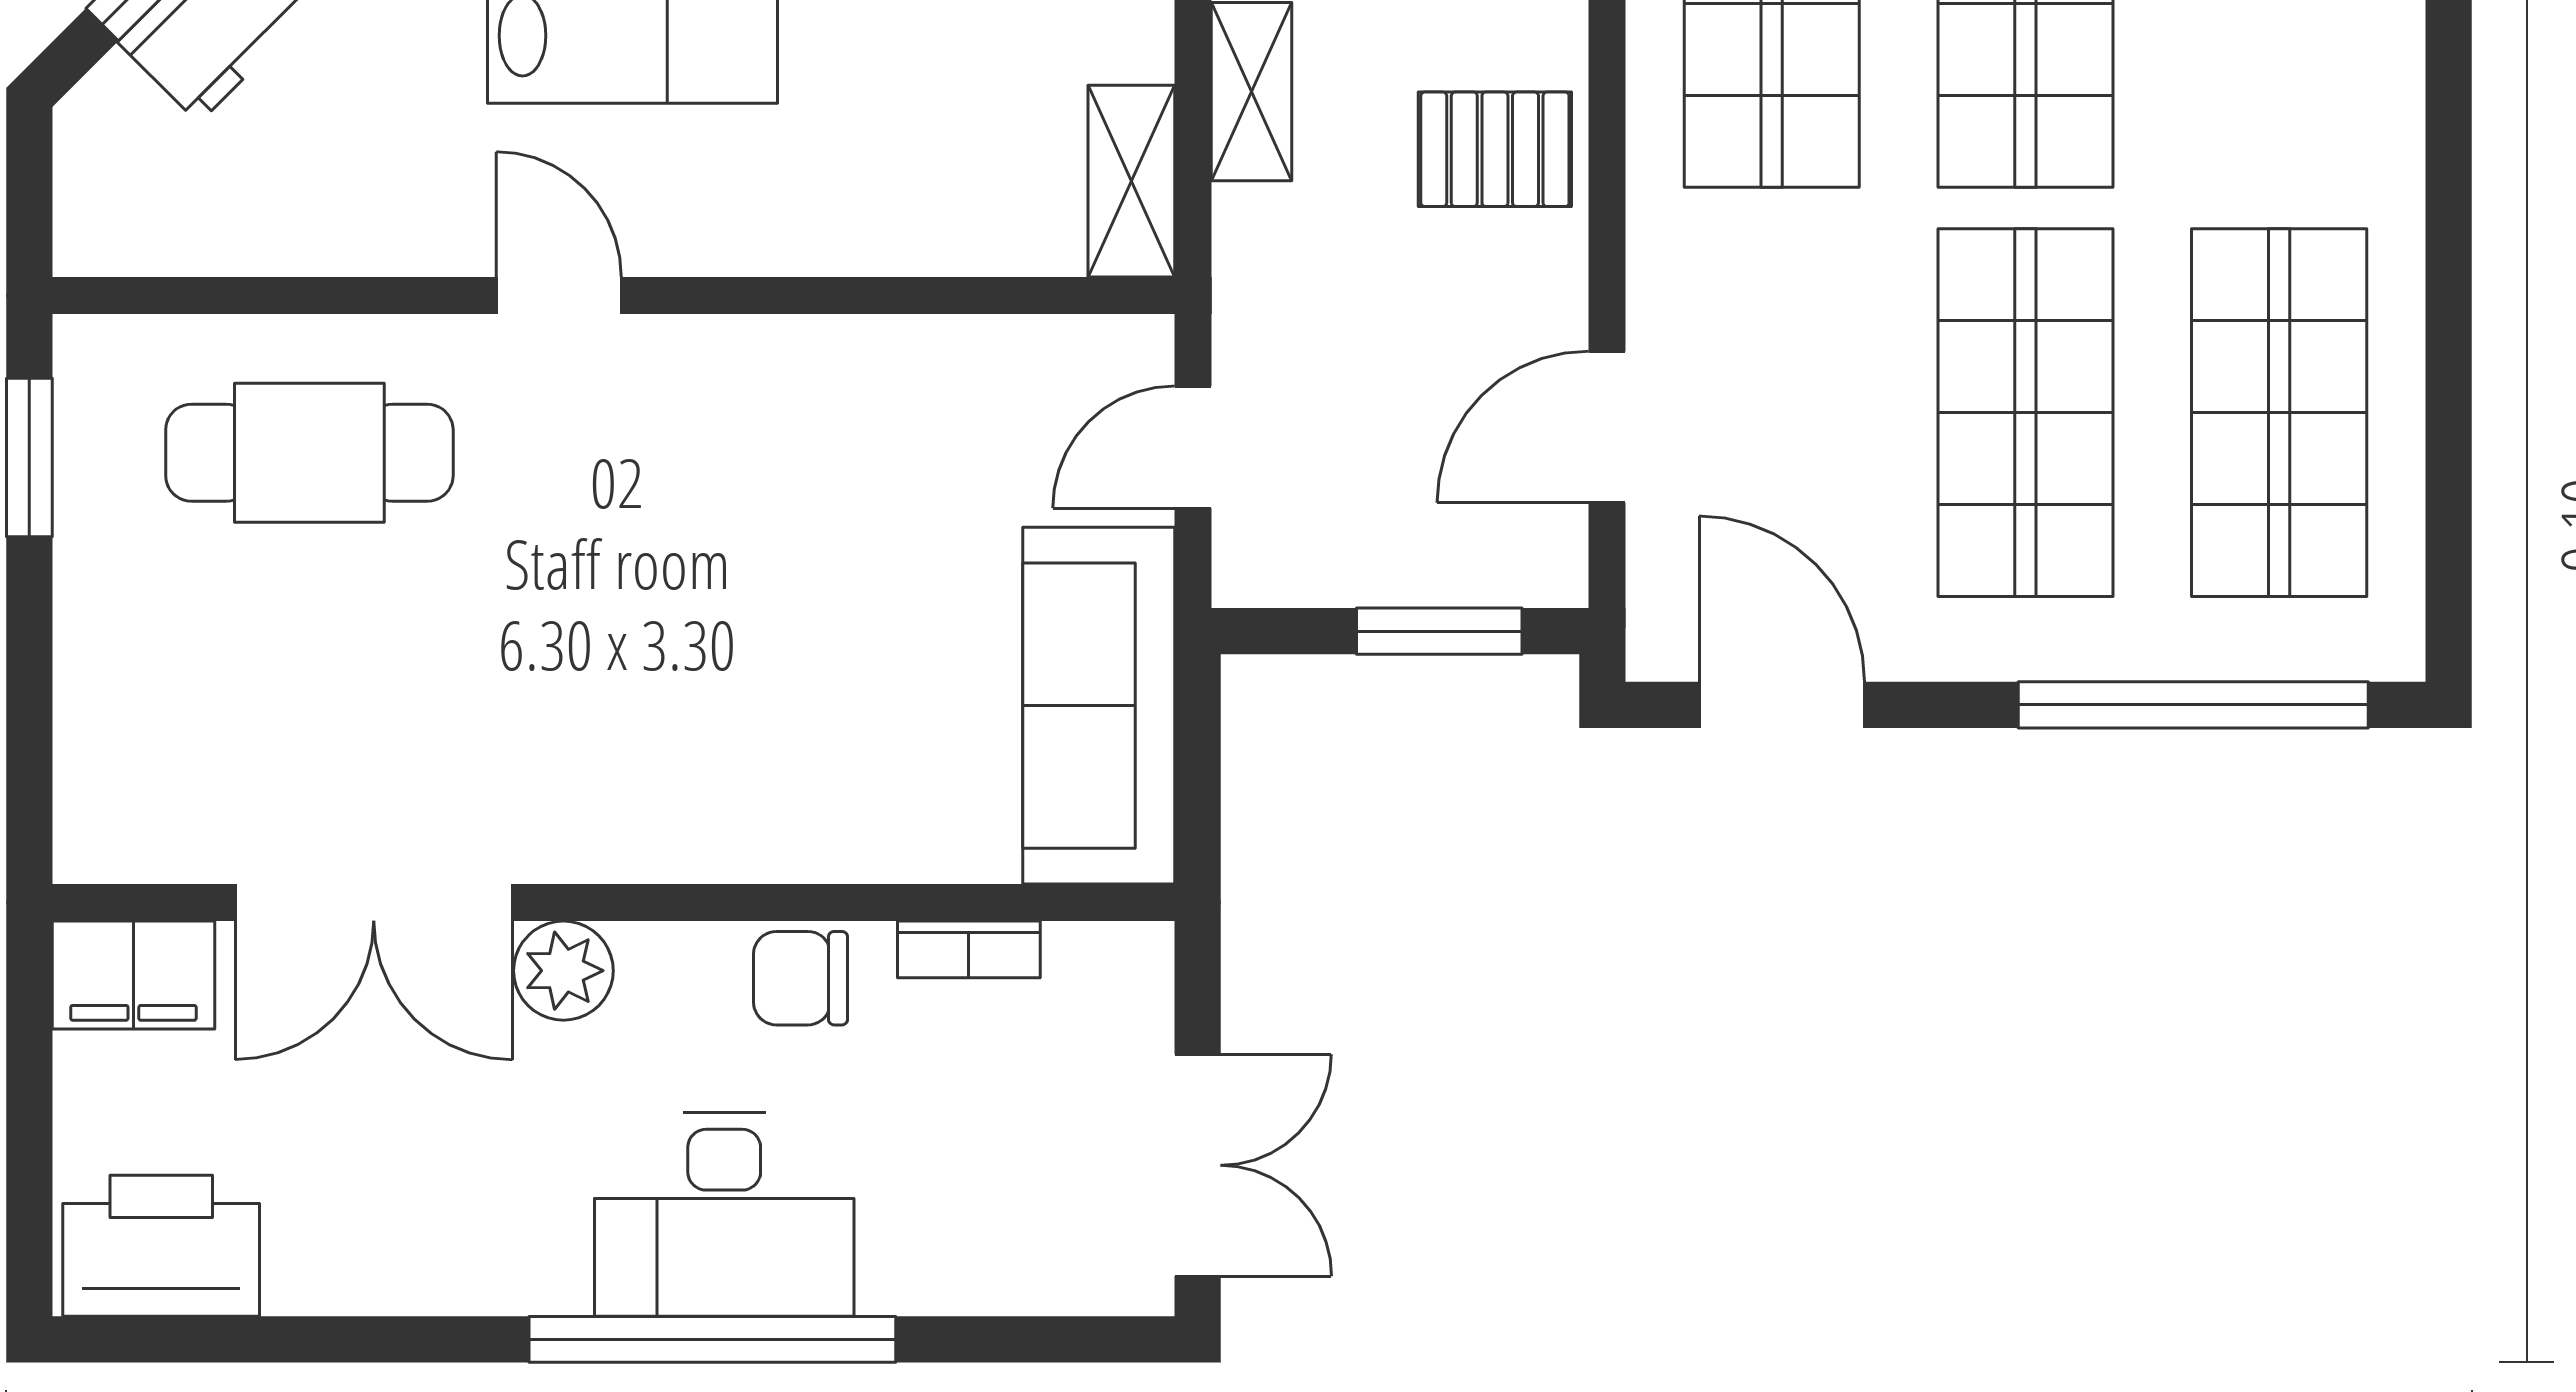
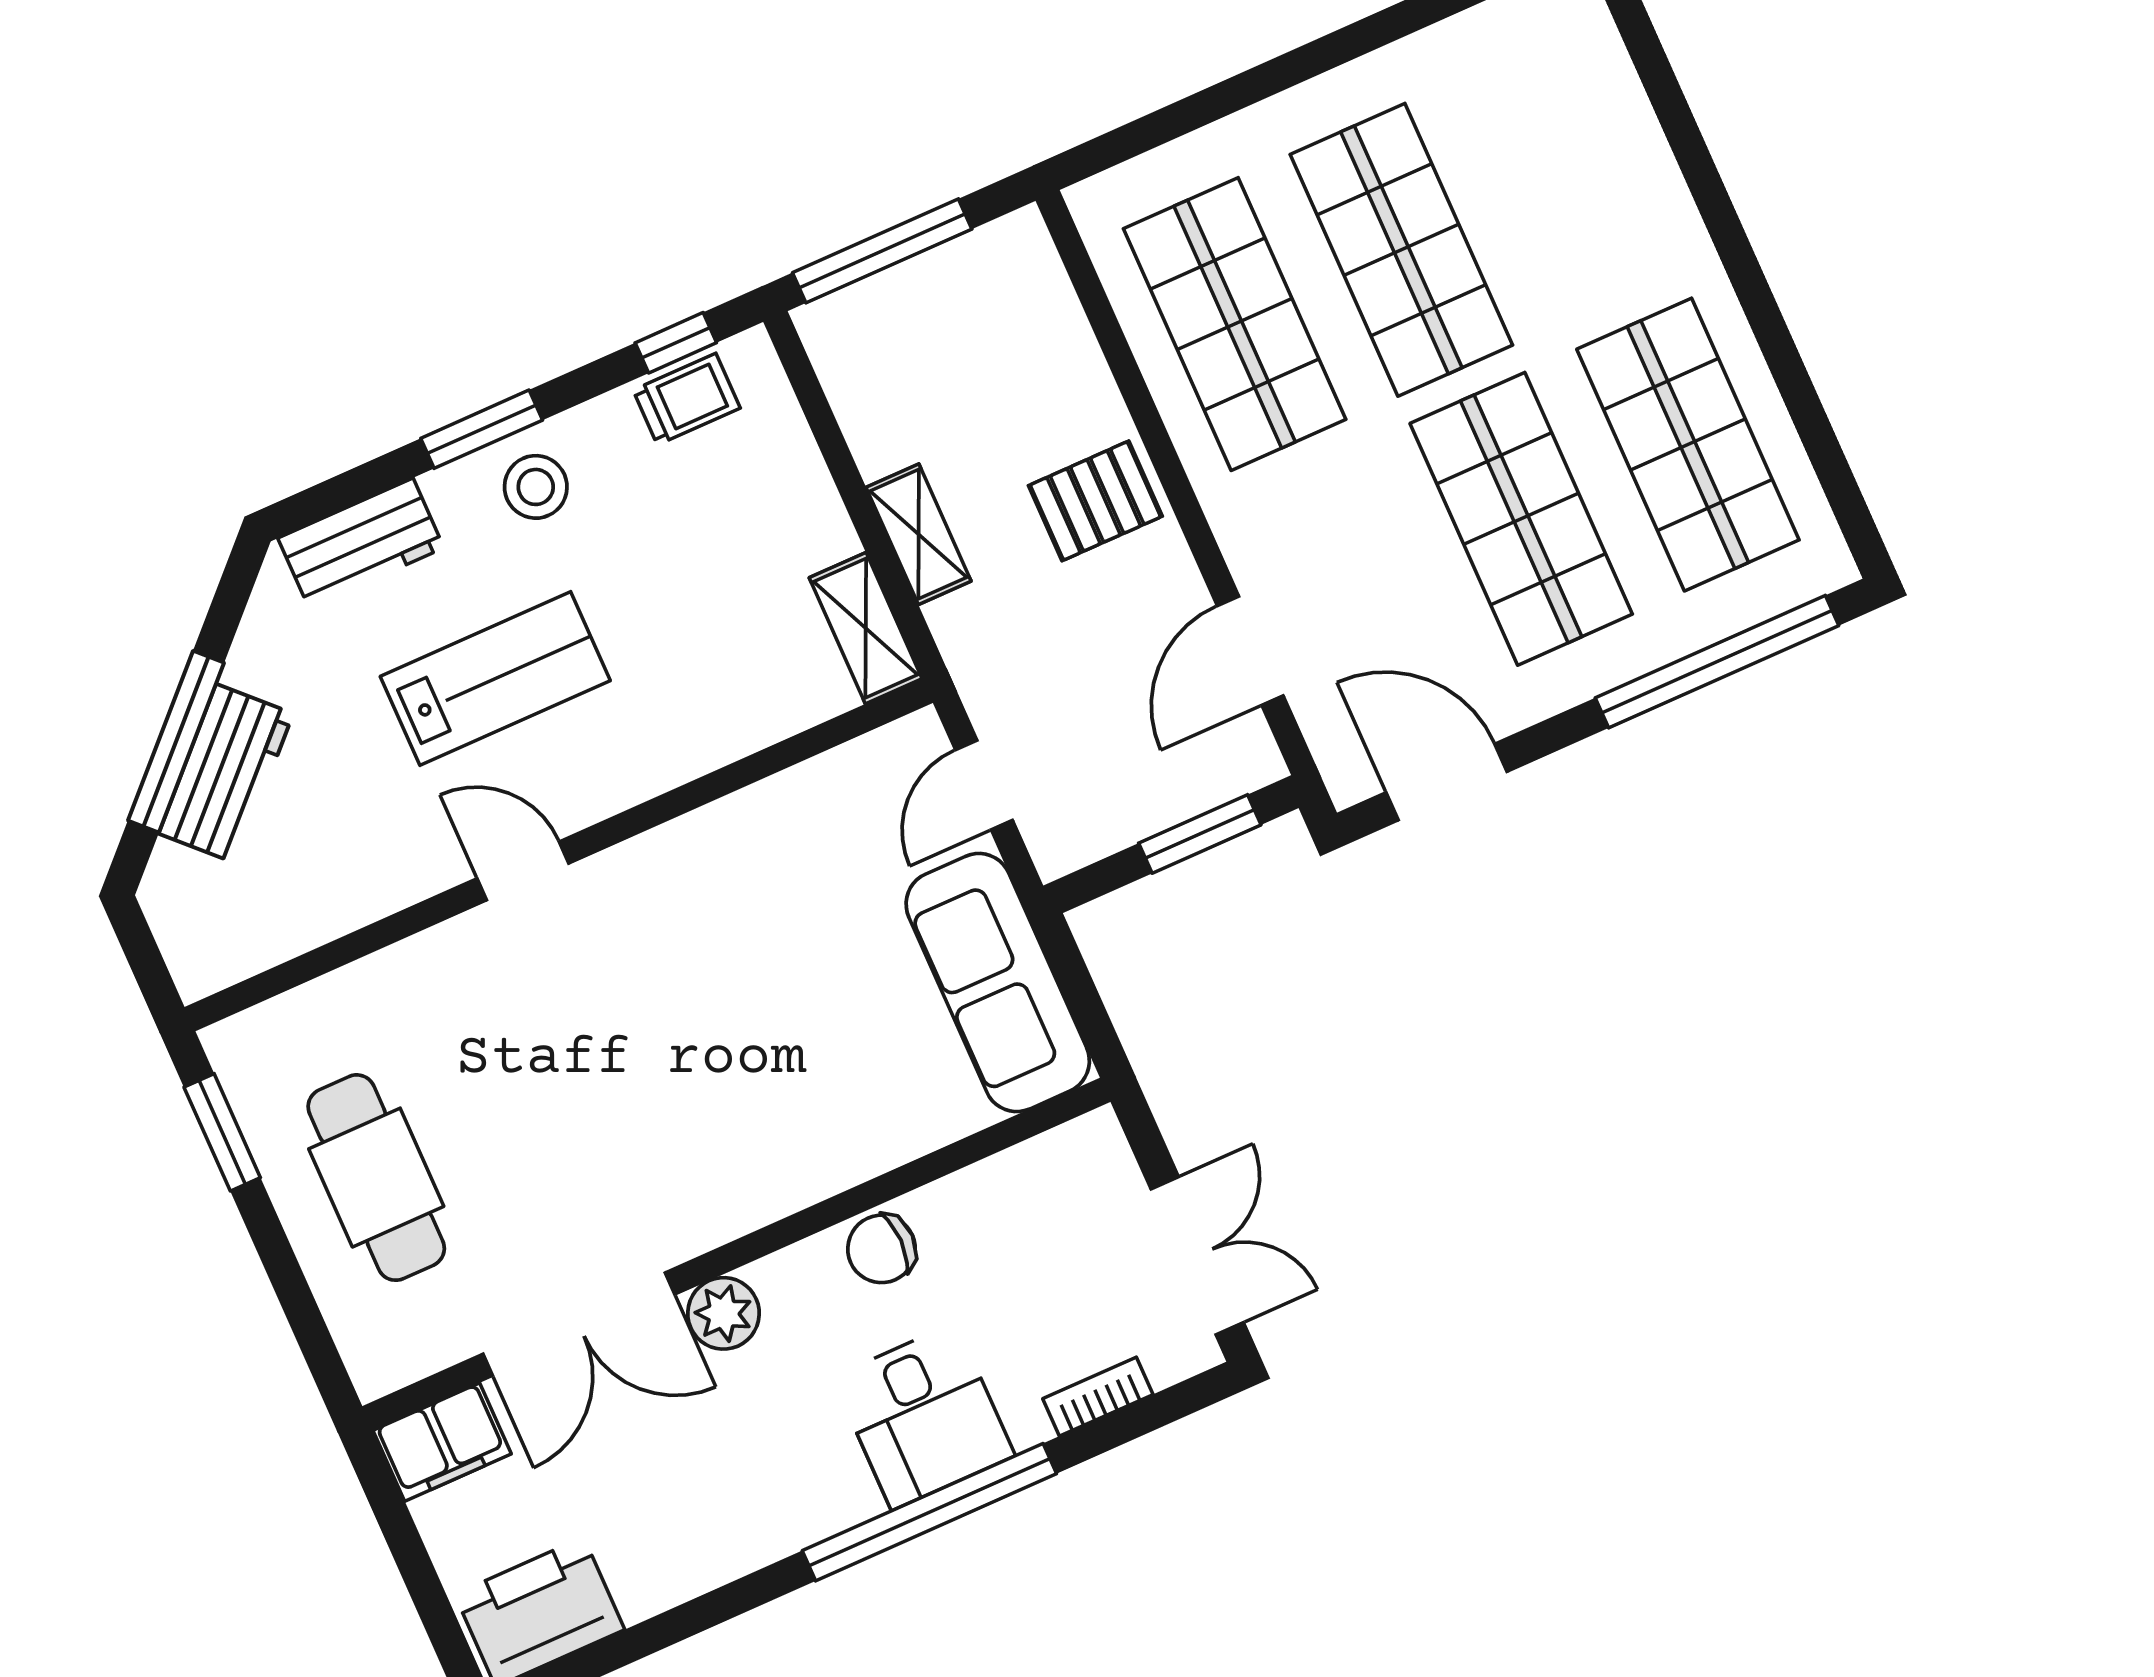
cafe table: (309, 453) -> (376, 1178), moved, turned 90
bookcase: (969, 949) -> (1098, 1397), moved, turned 180
desk: (724, 1215) -> (924, 1416), width x0.73

